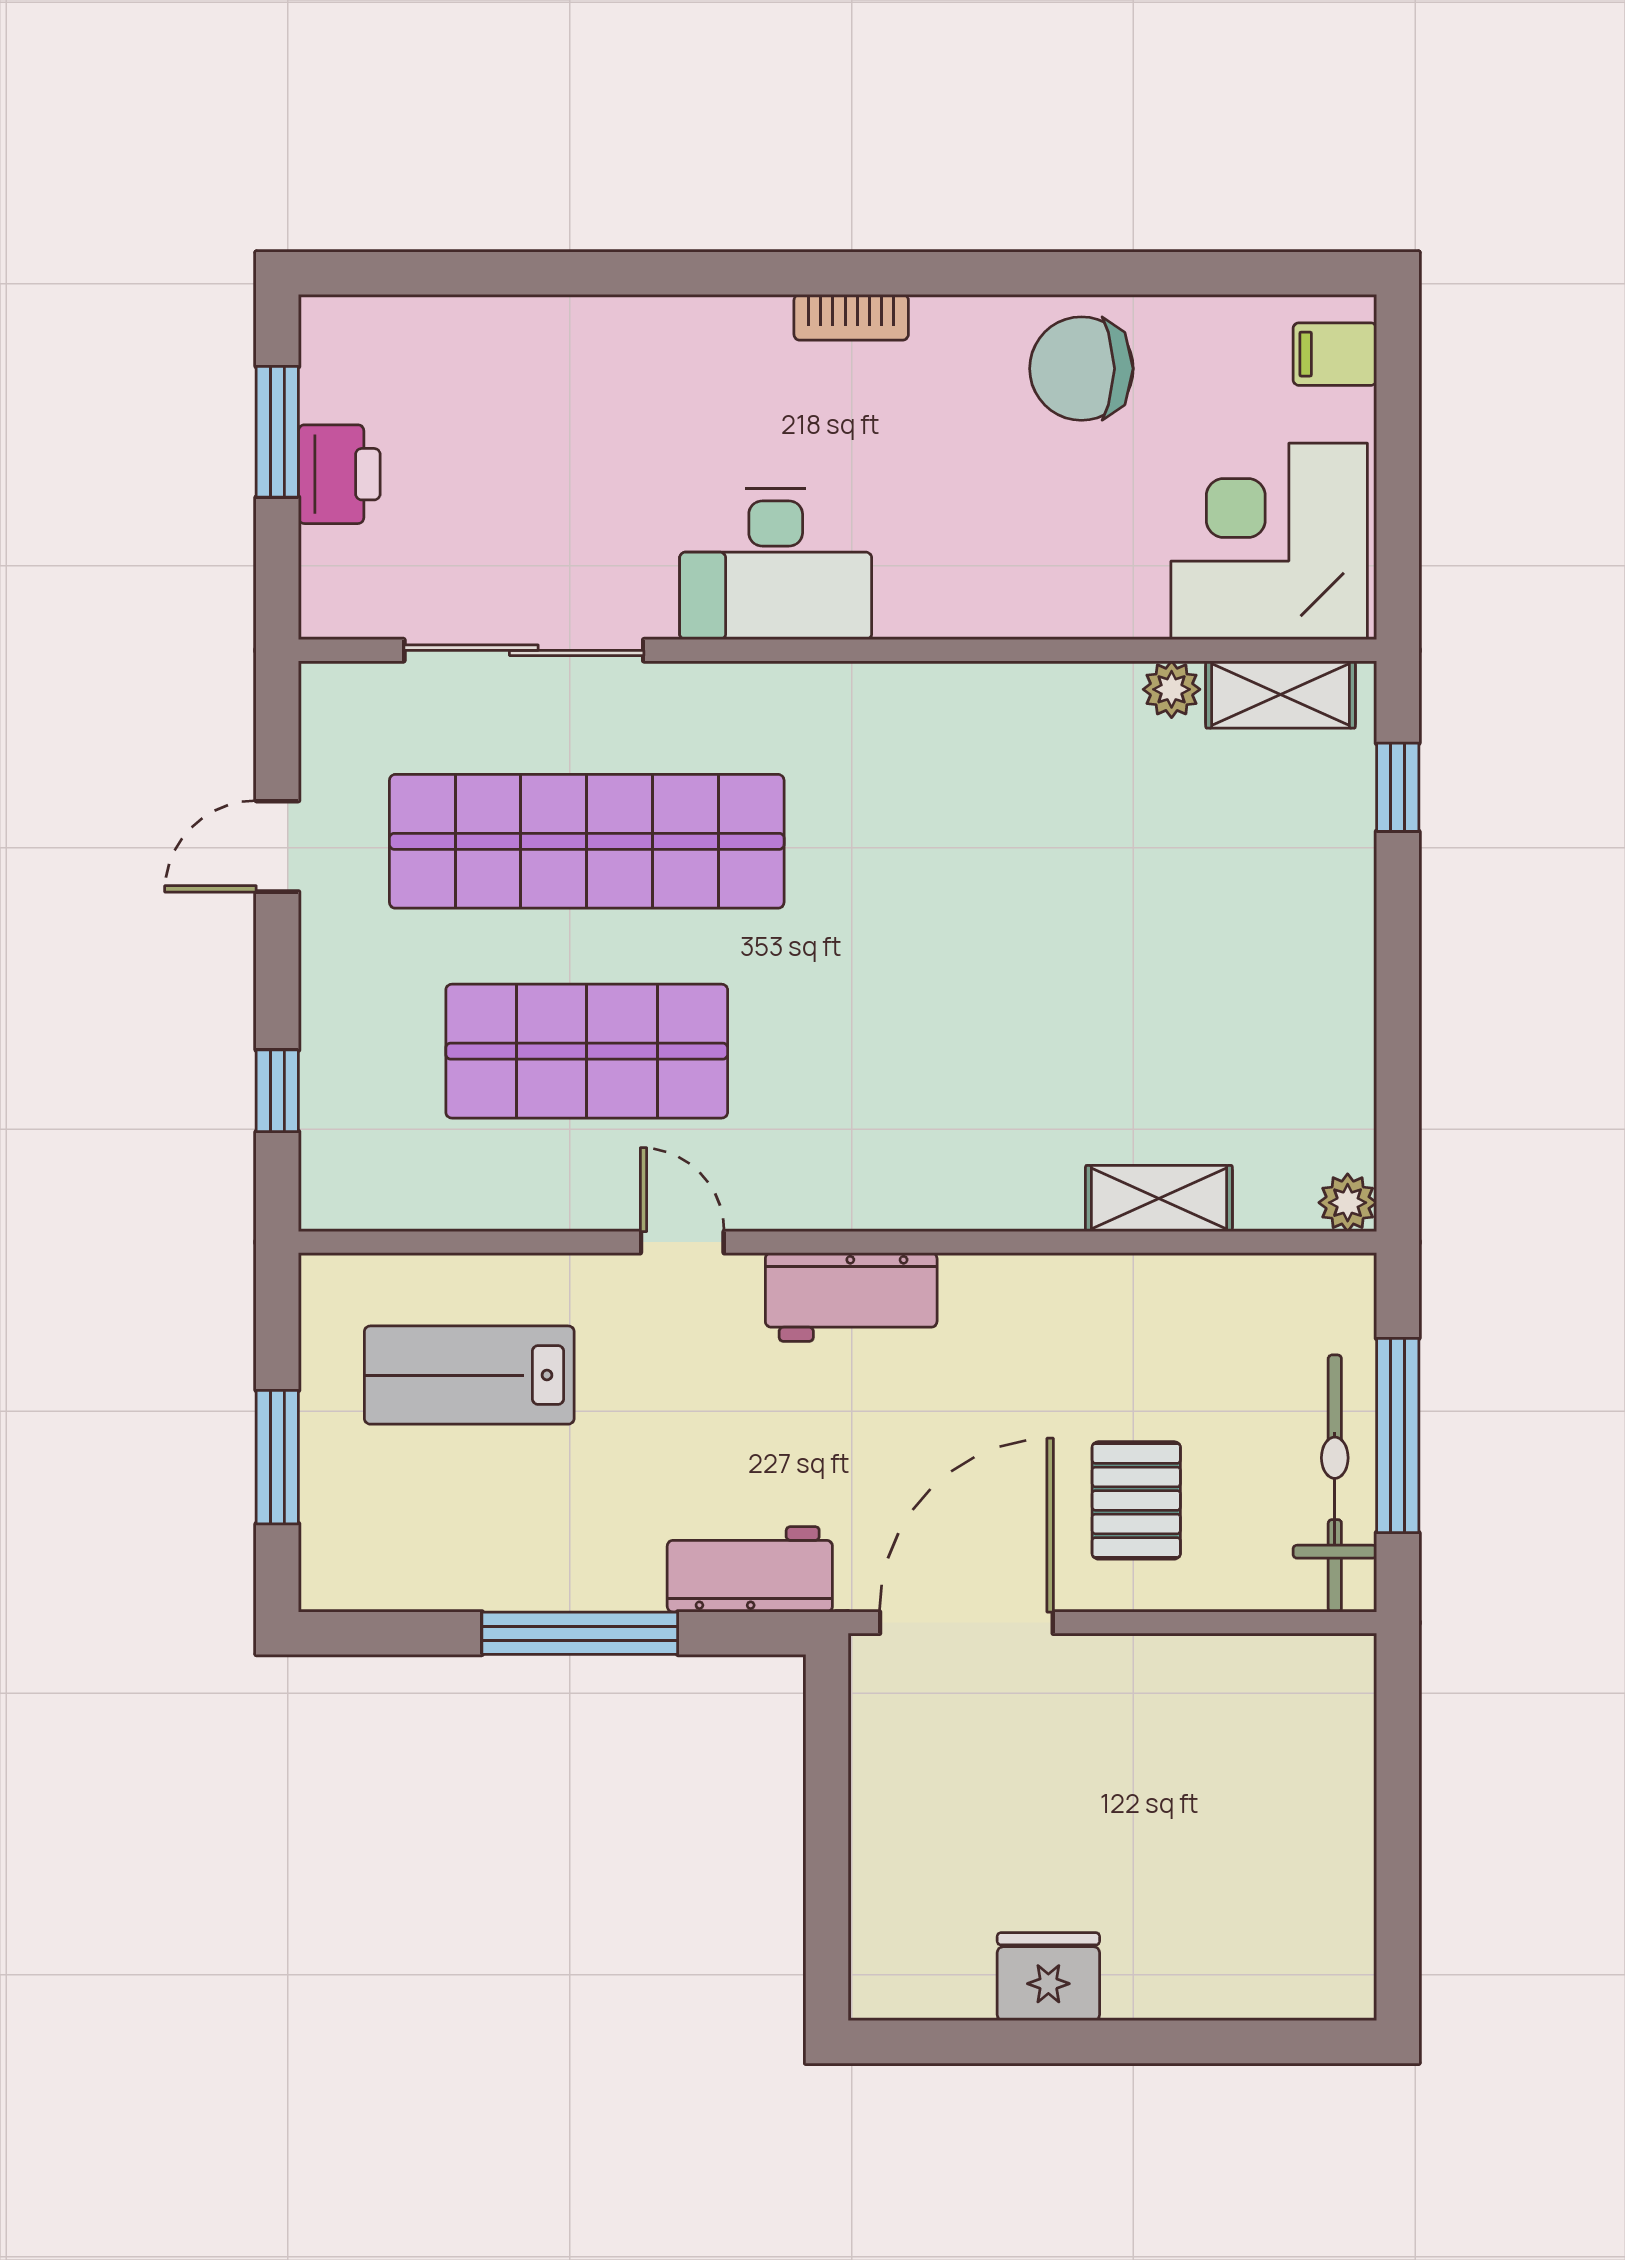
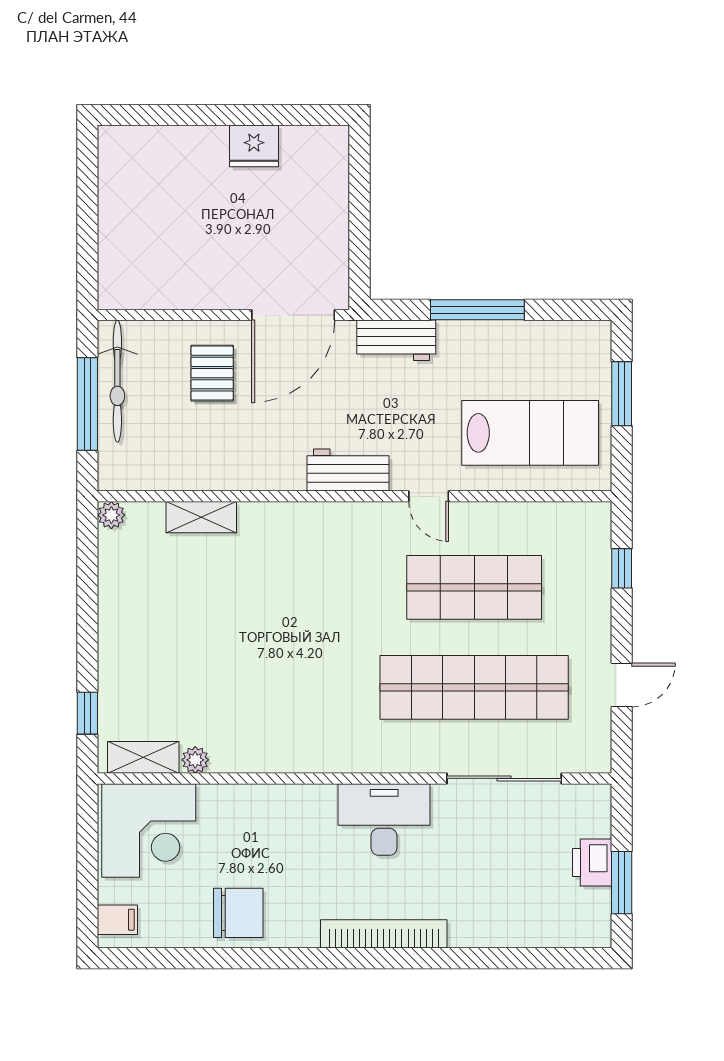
bookcase: (851, 317) -> (384, 934), width x2.31, depth x1.31
lab bench: (469, 1375) -> (530, 433), width x1.36, depth x1.39

